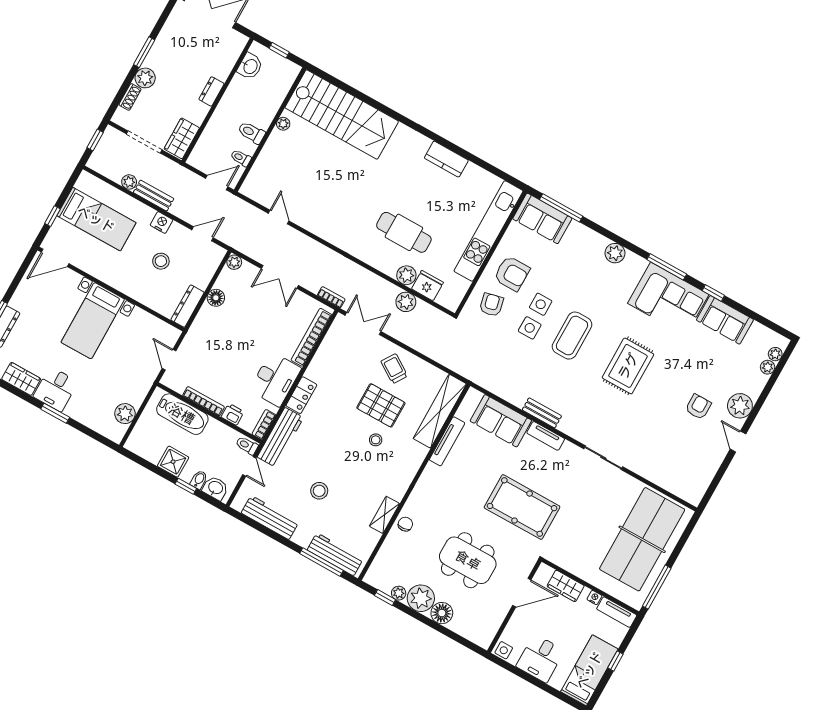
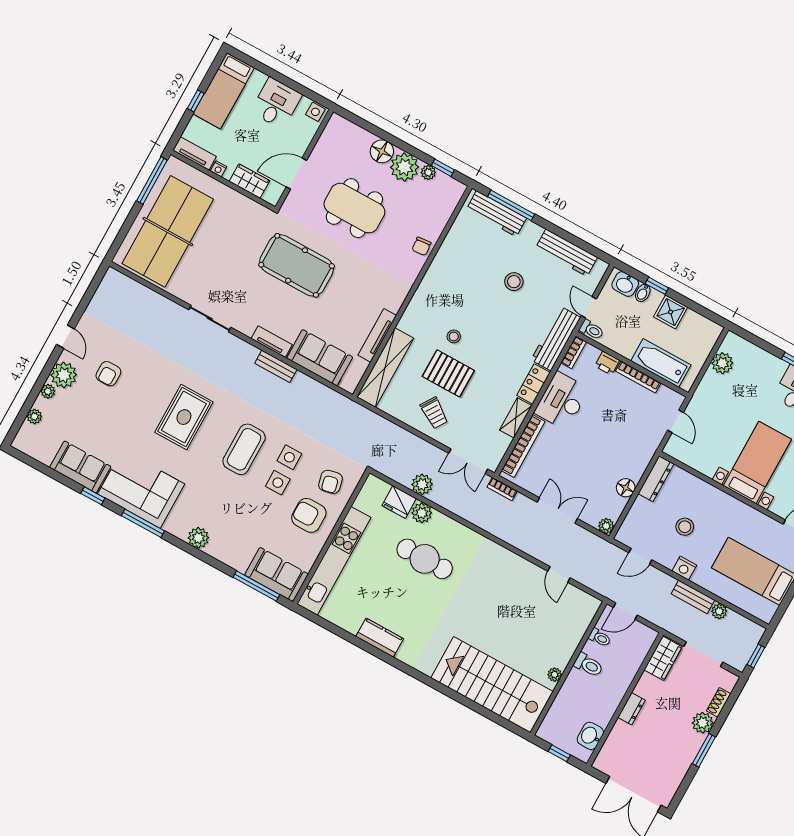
plant: (775, 354) -> (48, 391), moved
shelving: (384, 515) -> (516, 418), moved

